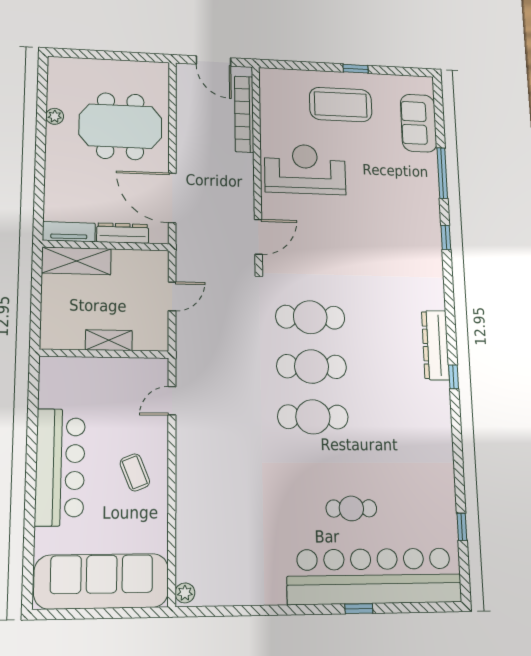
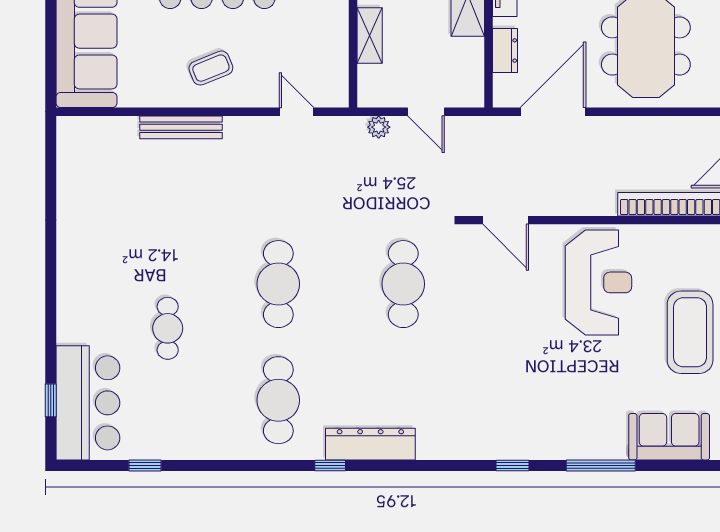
dresser: (123, 233) -> (505, 50), width x0.70
cafe table: (312, 367) -> (278, 400), moved
bench: (185, 498) -> (181, 127), added
bar counter: (374, 576) -> (88, 403), width x0.54
plant: (185, 593) -> (379, 127), moved
window: (359, 609) -> (51, 400), moved

